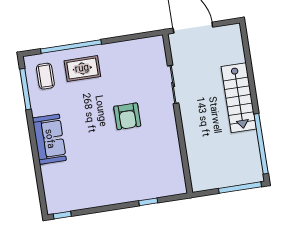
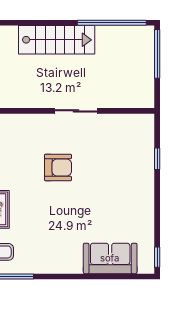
sliding door: (173, 84) -> (76, 111), moved
sofa: (49, 139) -> (110, 258), moved

